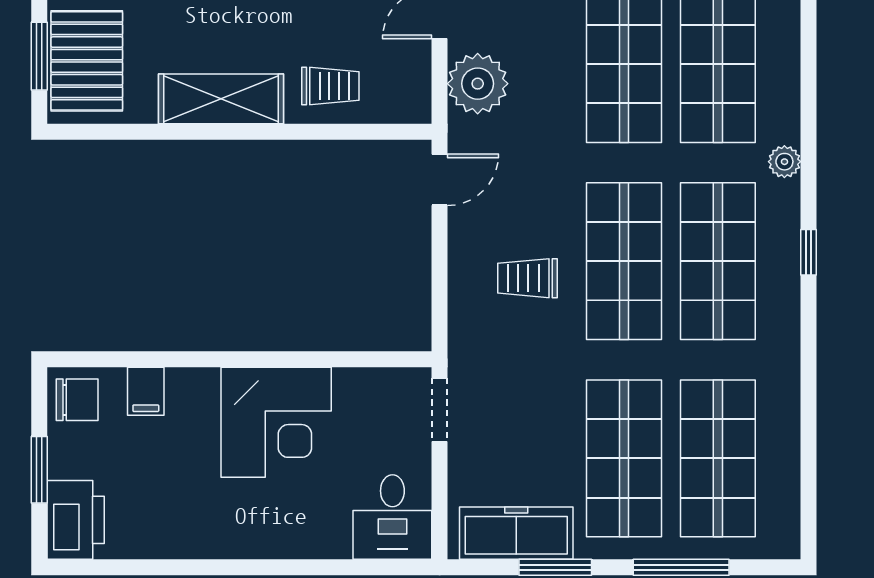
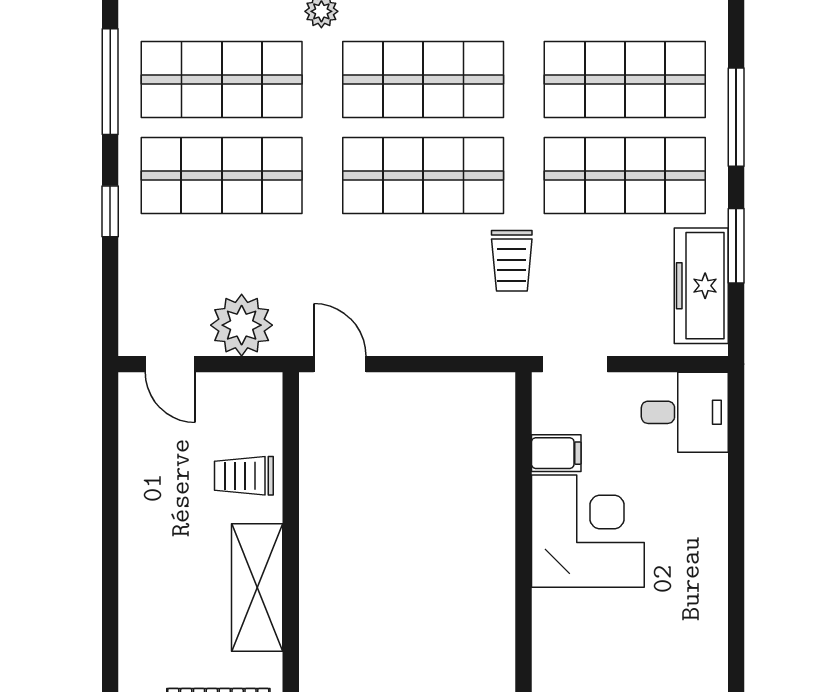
trolley: (330, 86) -> (244, 476), turned -90
trolley: (528, 278) -> (512, 261), moved
filing cabinet: (146, 391) -> (556, 453), moved

